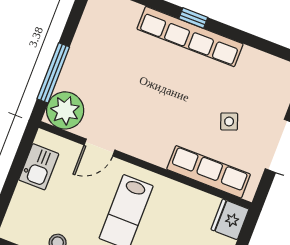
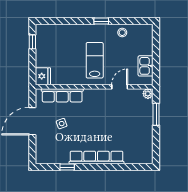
window: (193, 18) -> (67, 167), moved
window: (53, 73) -> (156, 114), width x0.69
plant: (65, 110) -> (148, 94), width x0.53, depth x0.53

